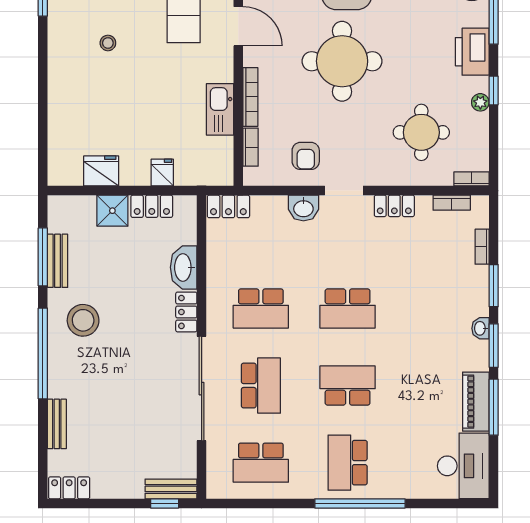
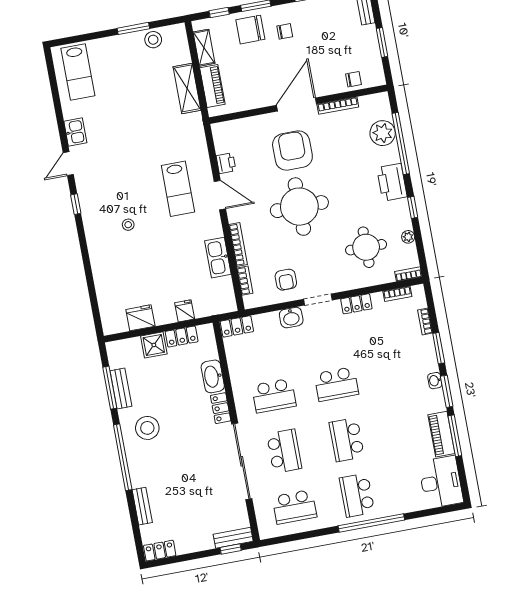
plant: (480, 102) -> (408, 237), moved
school desk: (348, 386) -> (347, 440), turned -90

